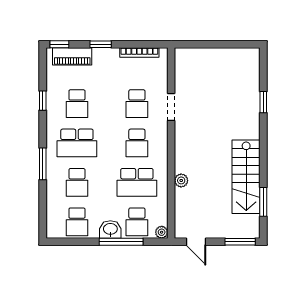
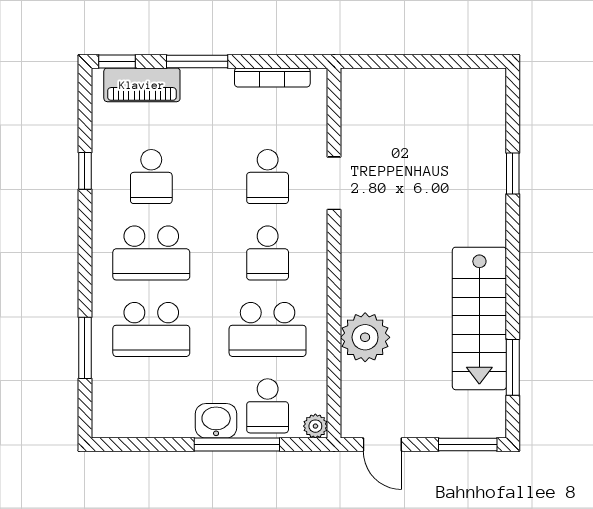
window: (101, 44) -> (197, 61), width x1.50
window: (43, 164) -> (85, 348), moved
plant: (181, 180) -> (365, 337), width x1.87, depth x1.87
school desk: (77, 182) -> (151, 329), width x1.85
school desk: (77, 222) -> (151, 406), removed

